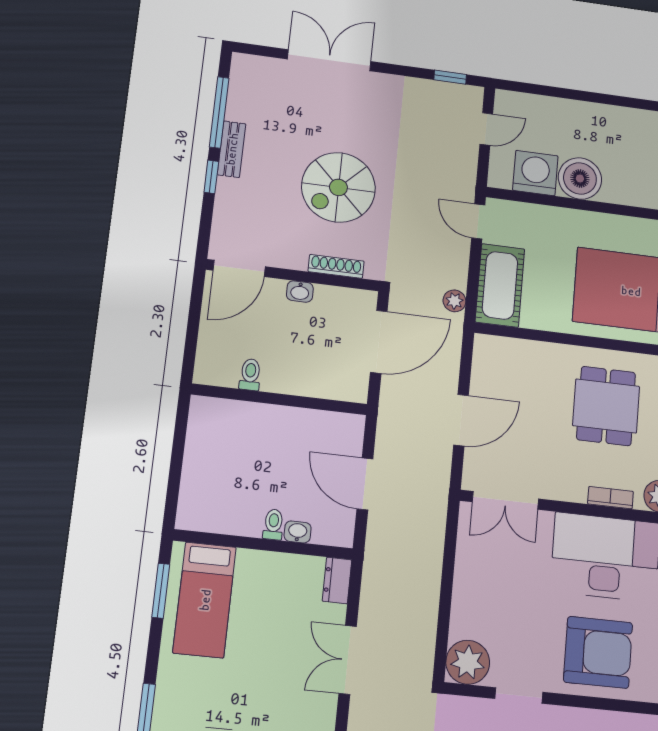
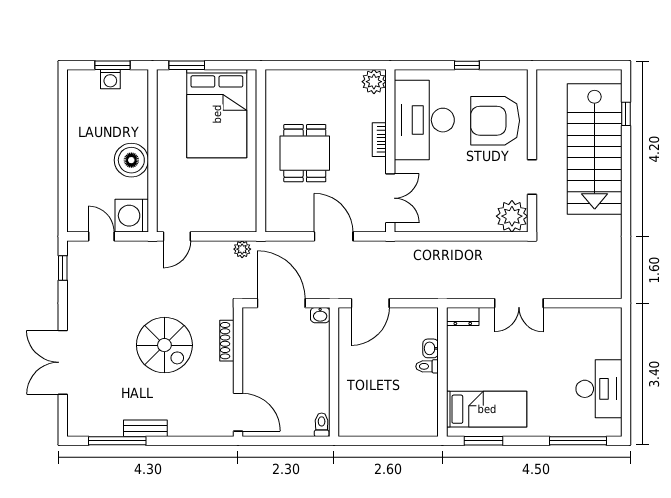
washing machine: (535, 173) -> (132, 216), moved
window: (211, 177) -> (169, 441), removed
cot: (500, 285) -> (225, 216), removed
washbasin: (300, 292) -> (320, 315), moved, turned 90
toilet: (250, 375) -> (322, 425), moved, turned 90
dining table: (606, 406) -> (305, 153), moved, turned 90
door: (365, 484) -> (370, 303), moved
bookcase: (610, 498) -> (379, 140), moved
armchair: (598, 652) -> (495, 121), turned -90

